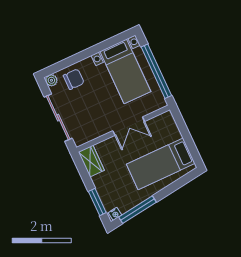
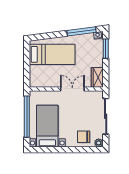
double door: (129, 126) -> (72, 89), moved

